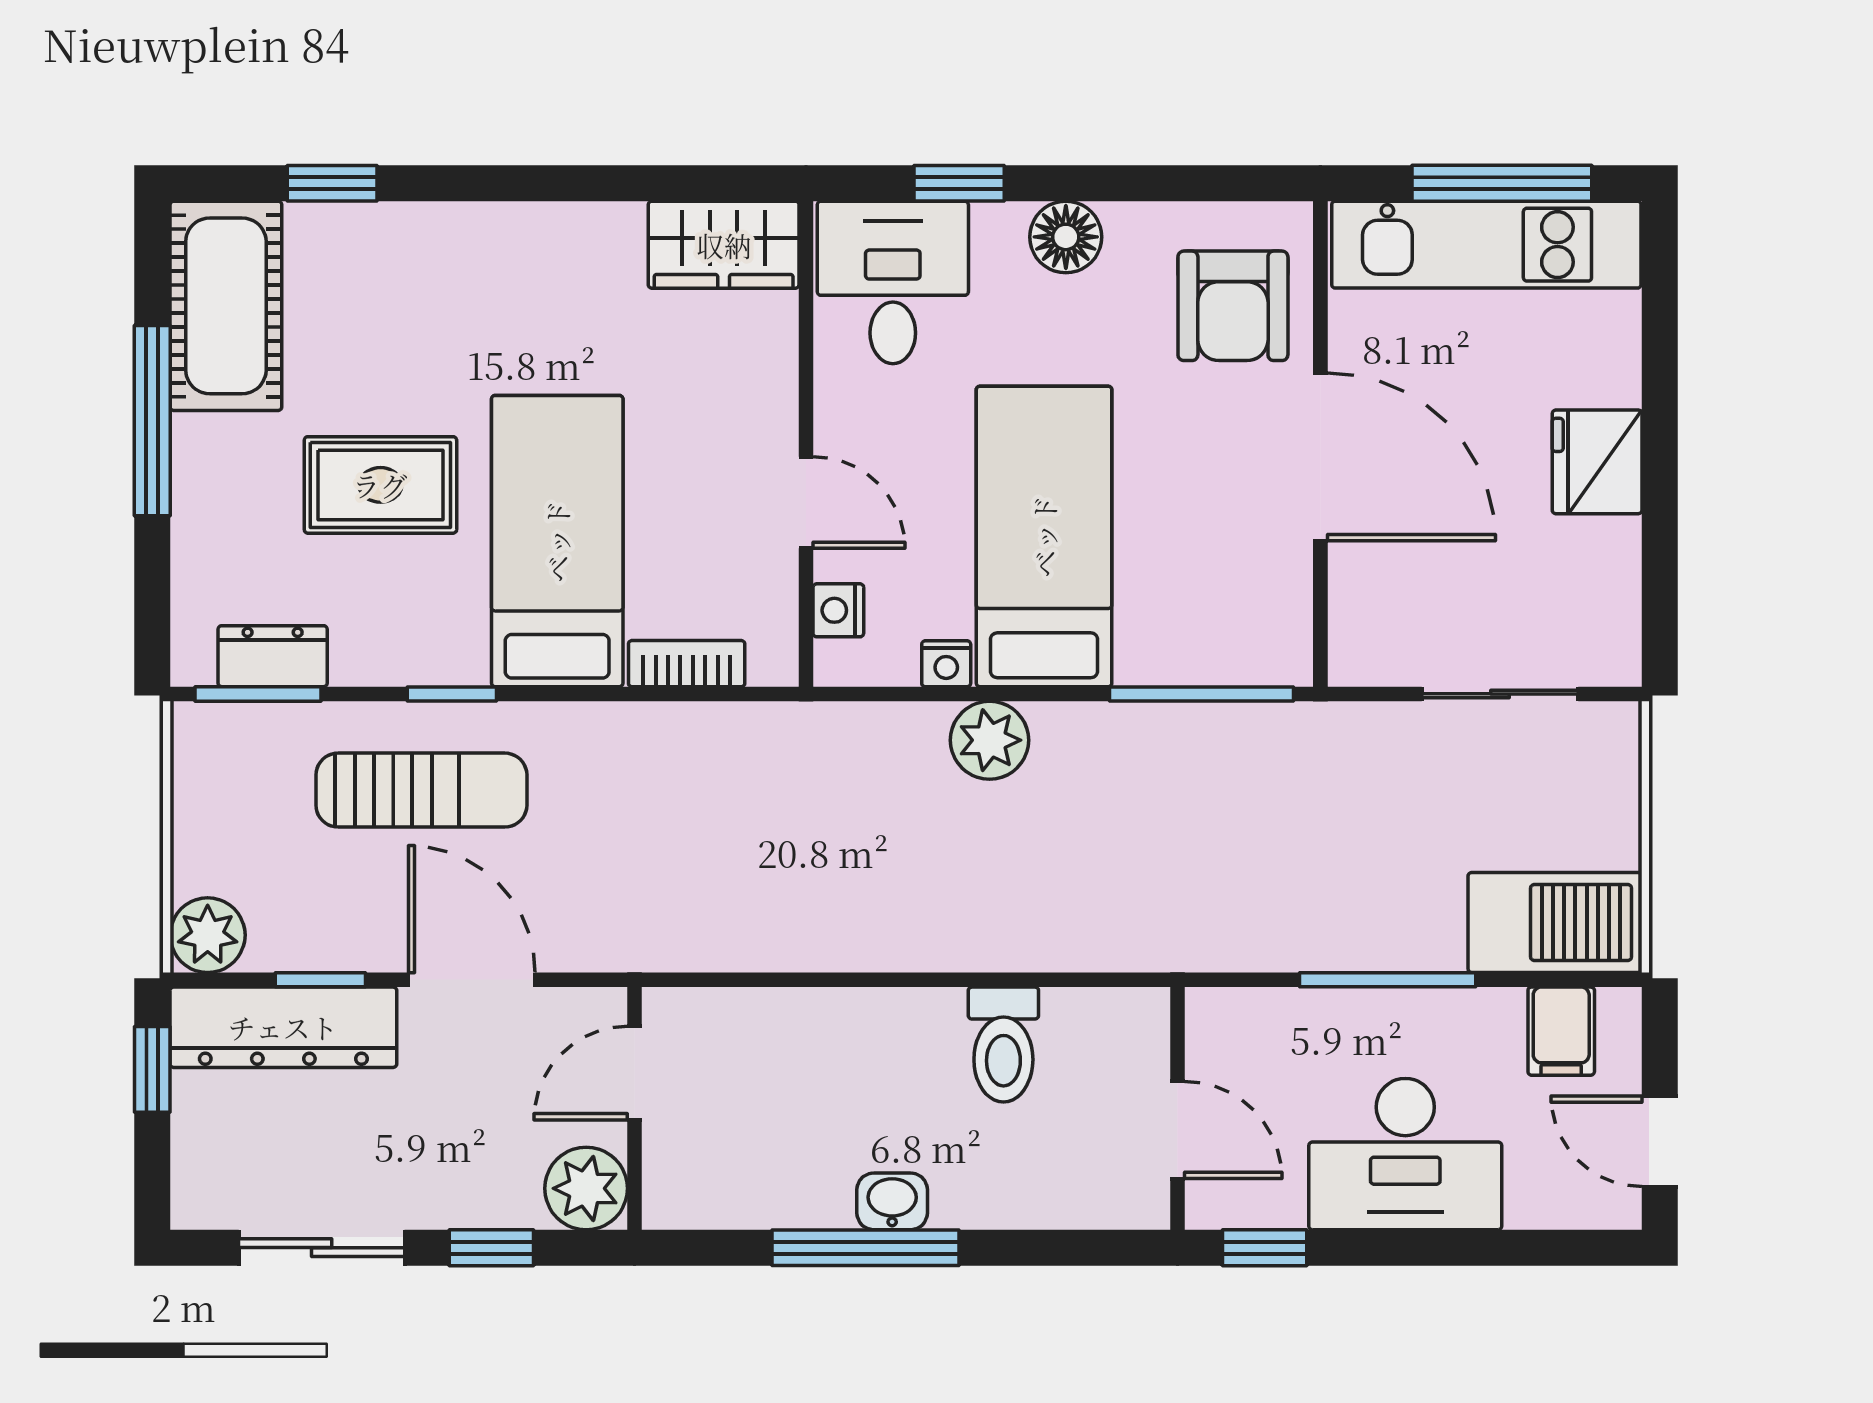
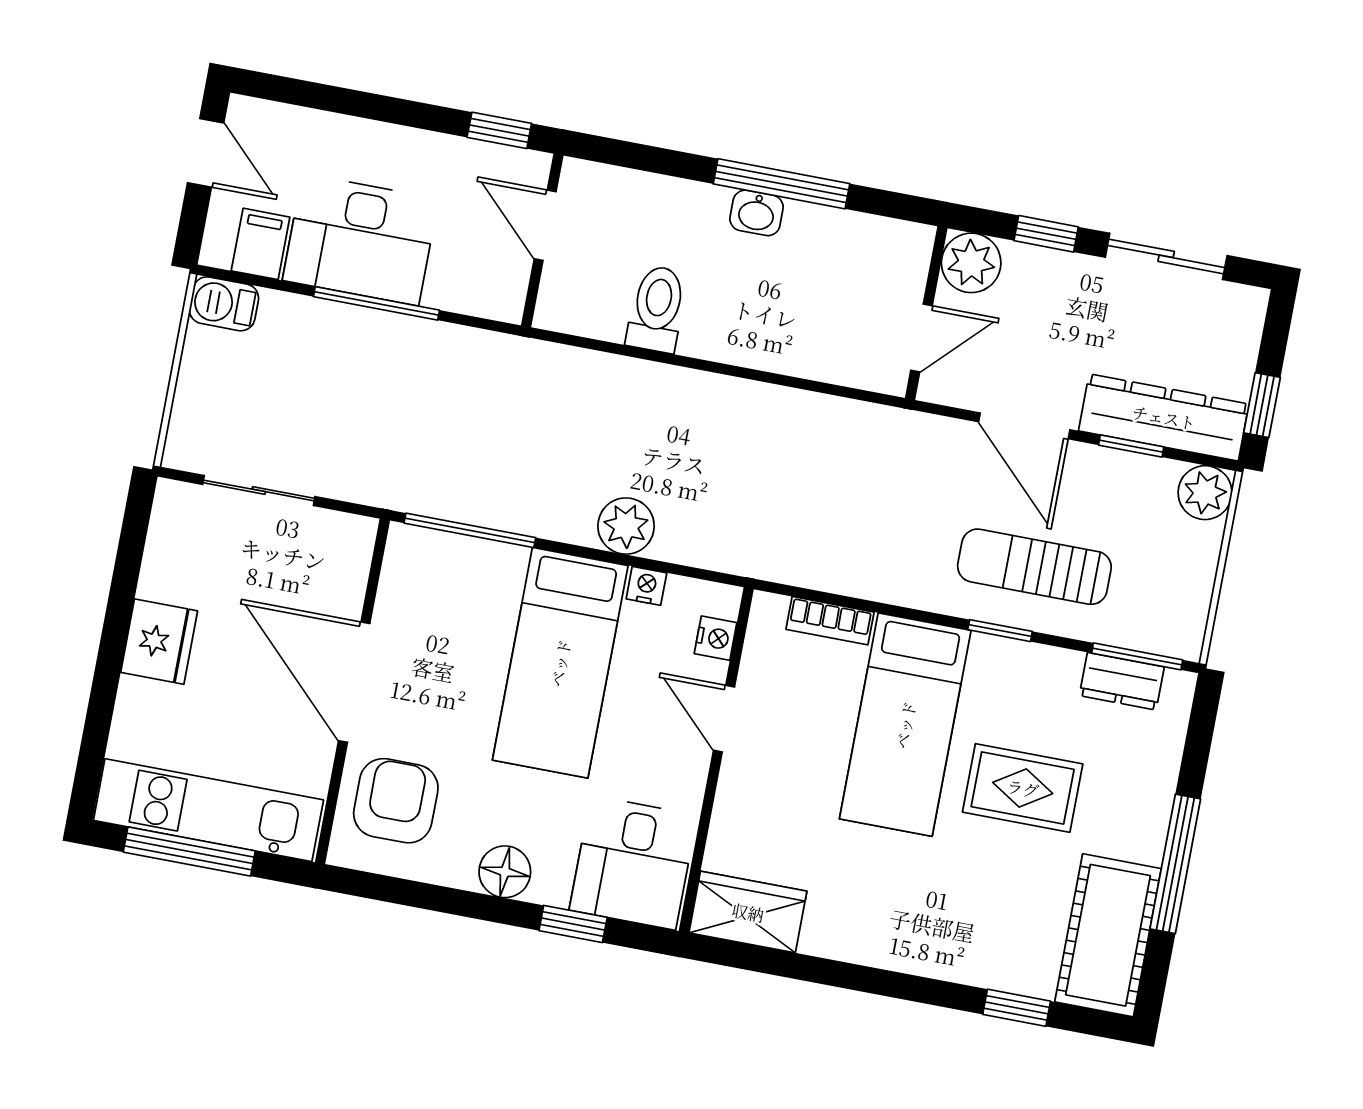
barbecue: (1555, 922) -> (224, 304), width x0.53, depth x0.65
desk: (1405, 1154) -> (360, 240), moved, turned 180

